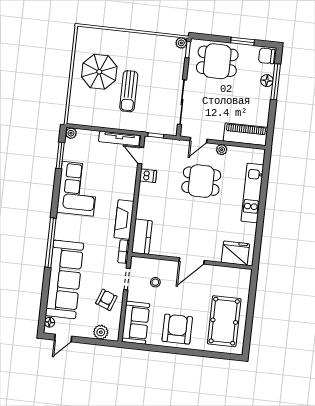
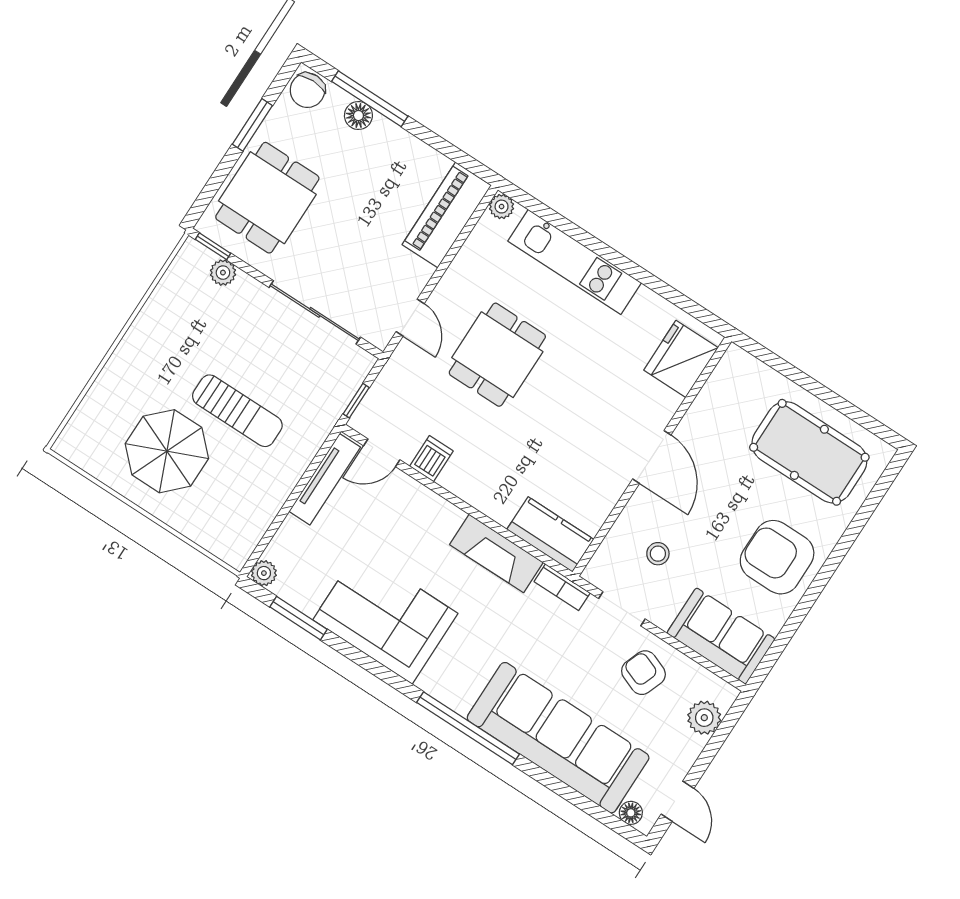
plant: (181, 43) -> (223, 273), moved
plant: (222, 150) -> (502, 207), moved

